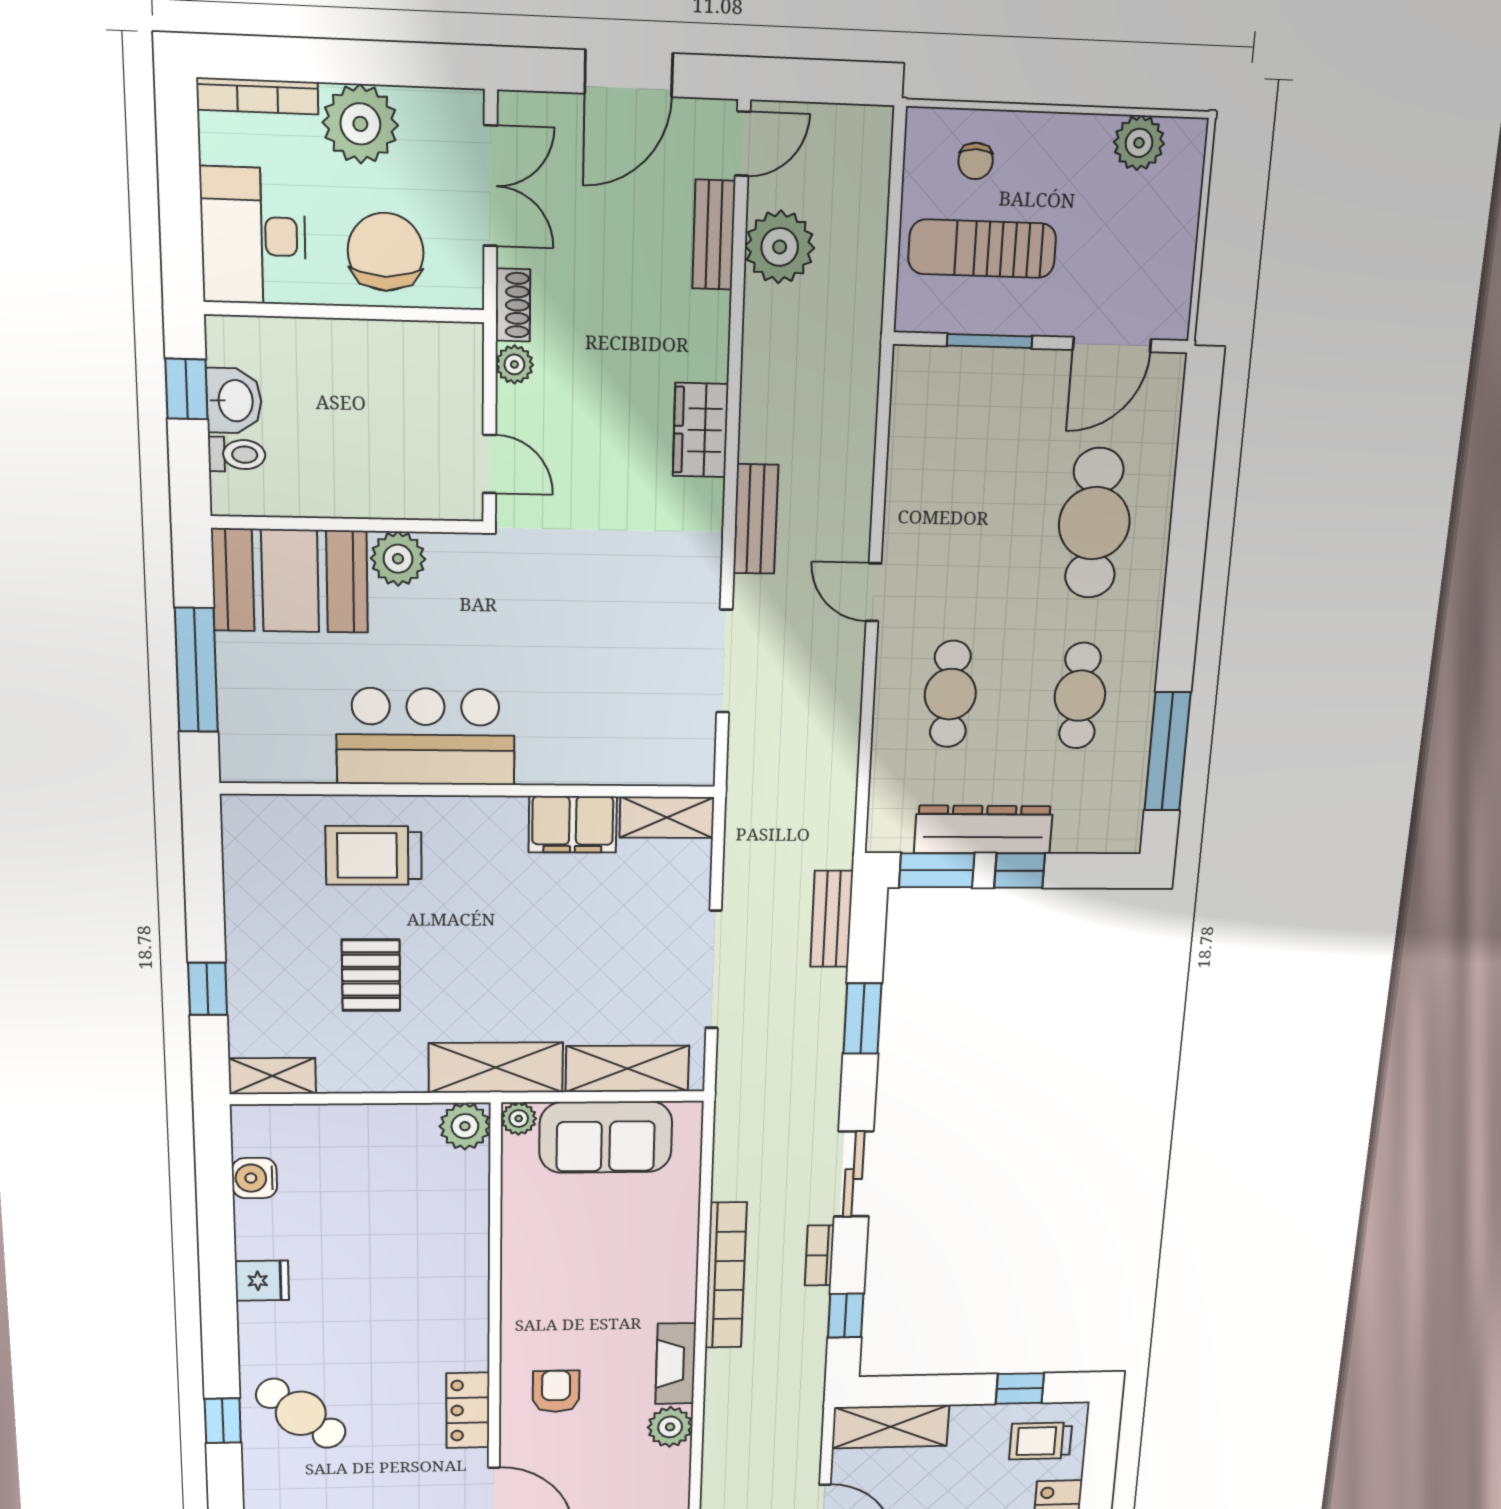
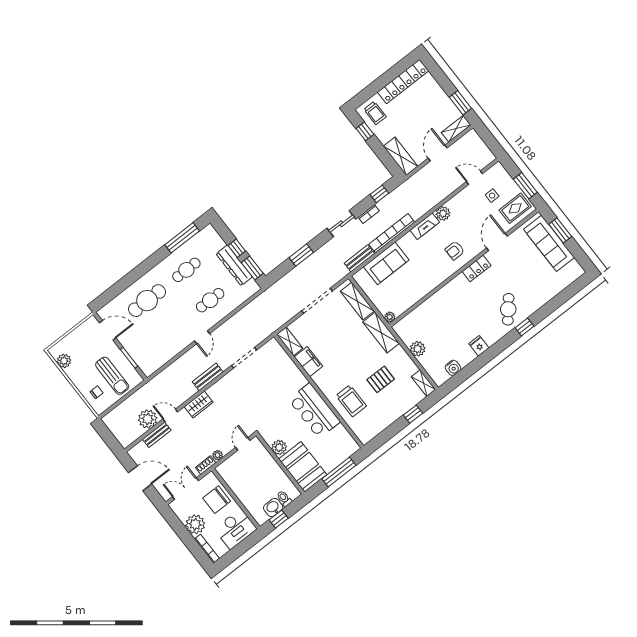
door: (743, 144) -> (170, 415), moved
bench: (832, 919) -> (359, 258), moved
plant: (465, 1126) -> (418, 349), moved
sofa: (606, 1137) -> (386, 263), moved, turned 90

